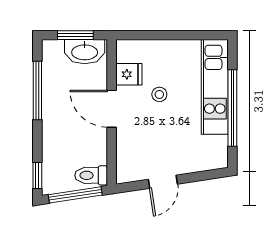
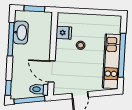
washbasin: (85, 52) -> (21, 33), moved, turned -90
kitchen unit: (215, 87) -> (112, 61), moved
door: (112, 109) -> (52, 72), moved

